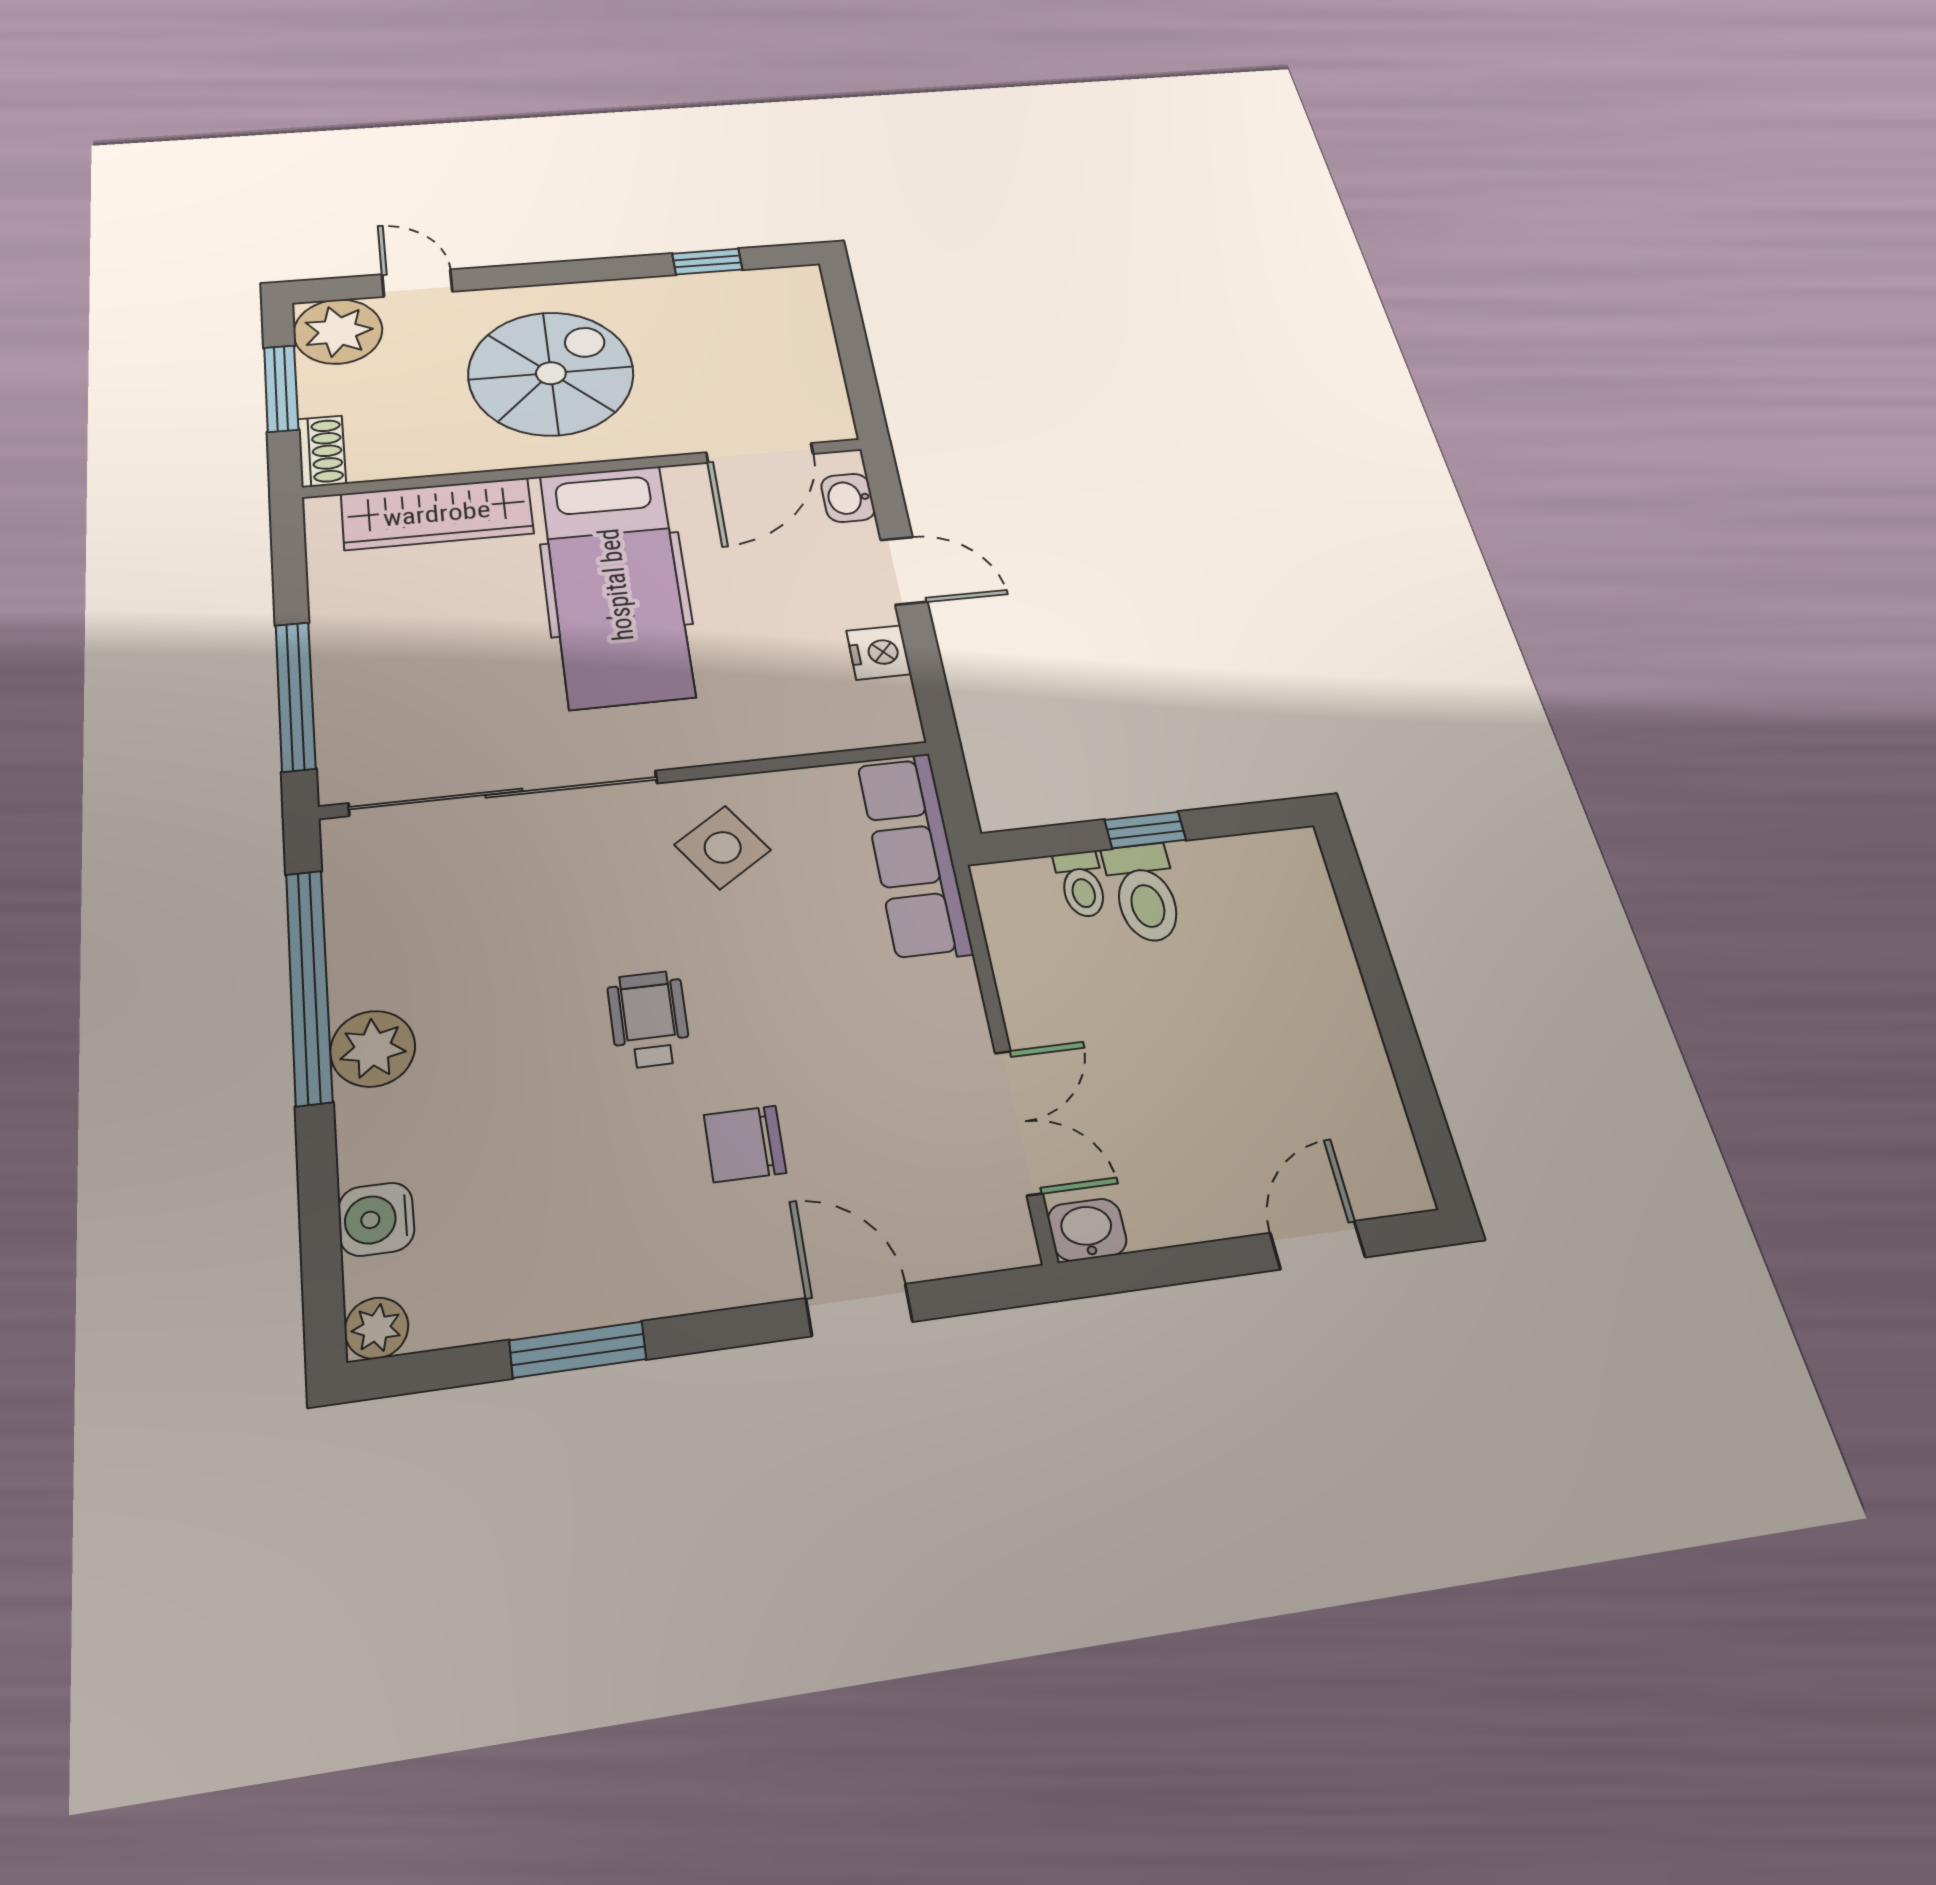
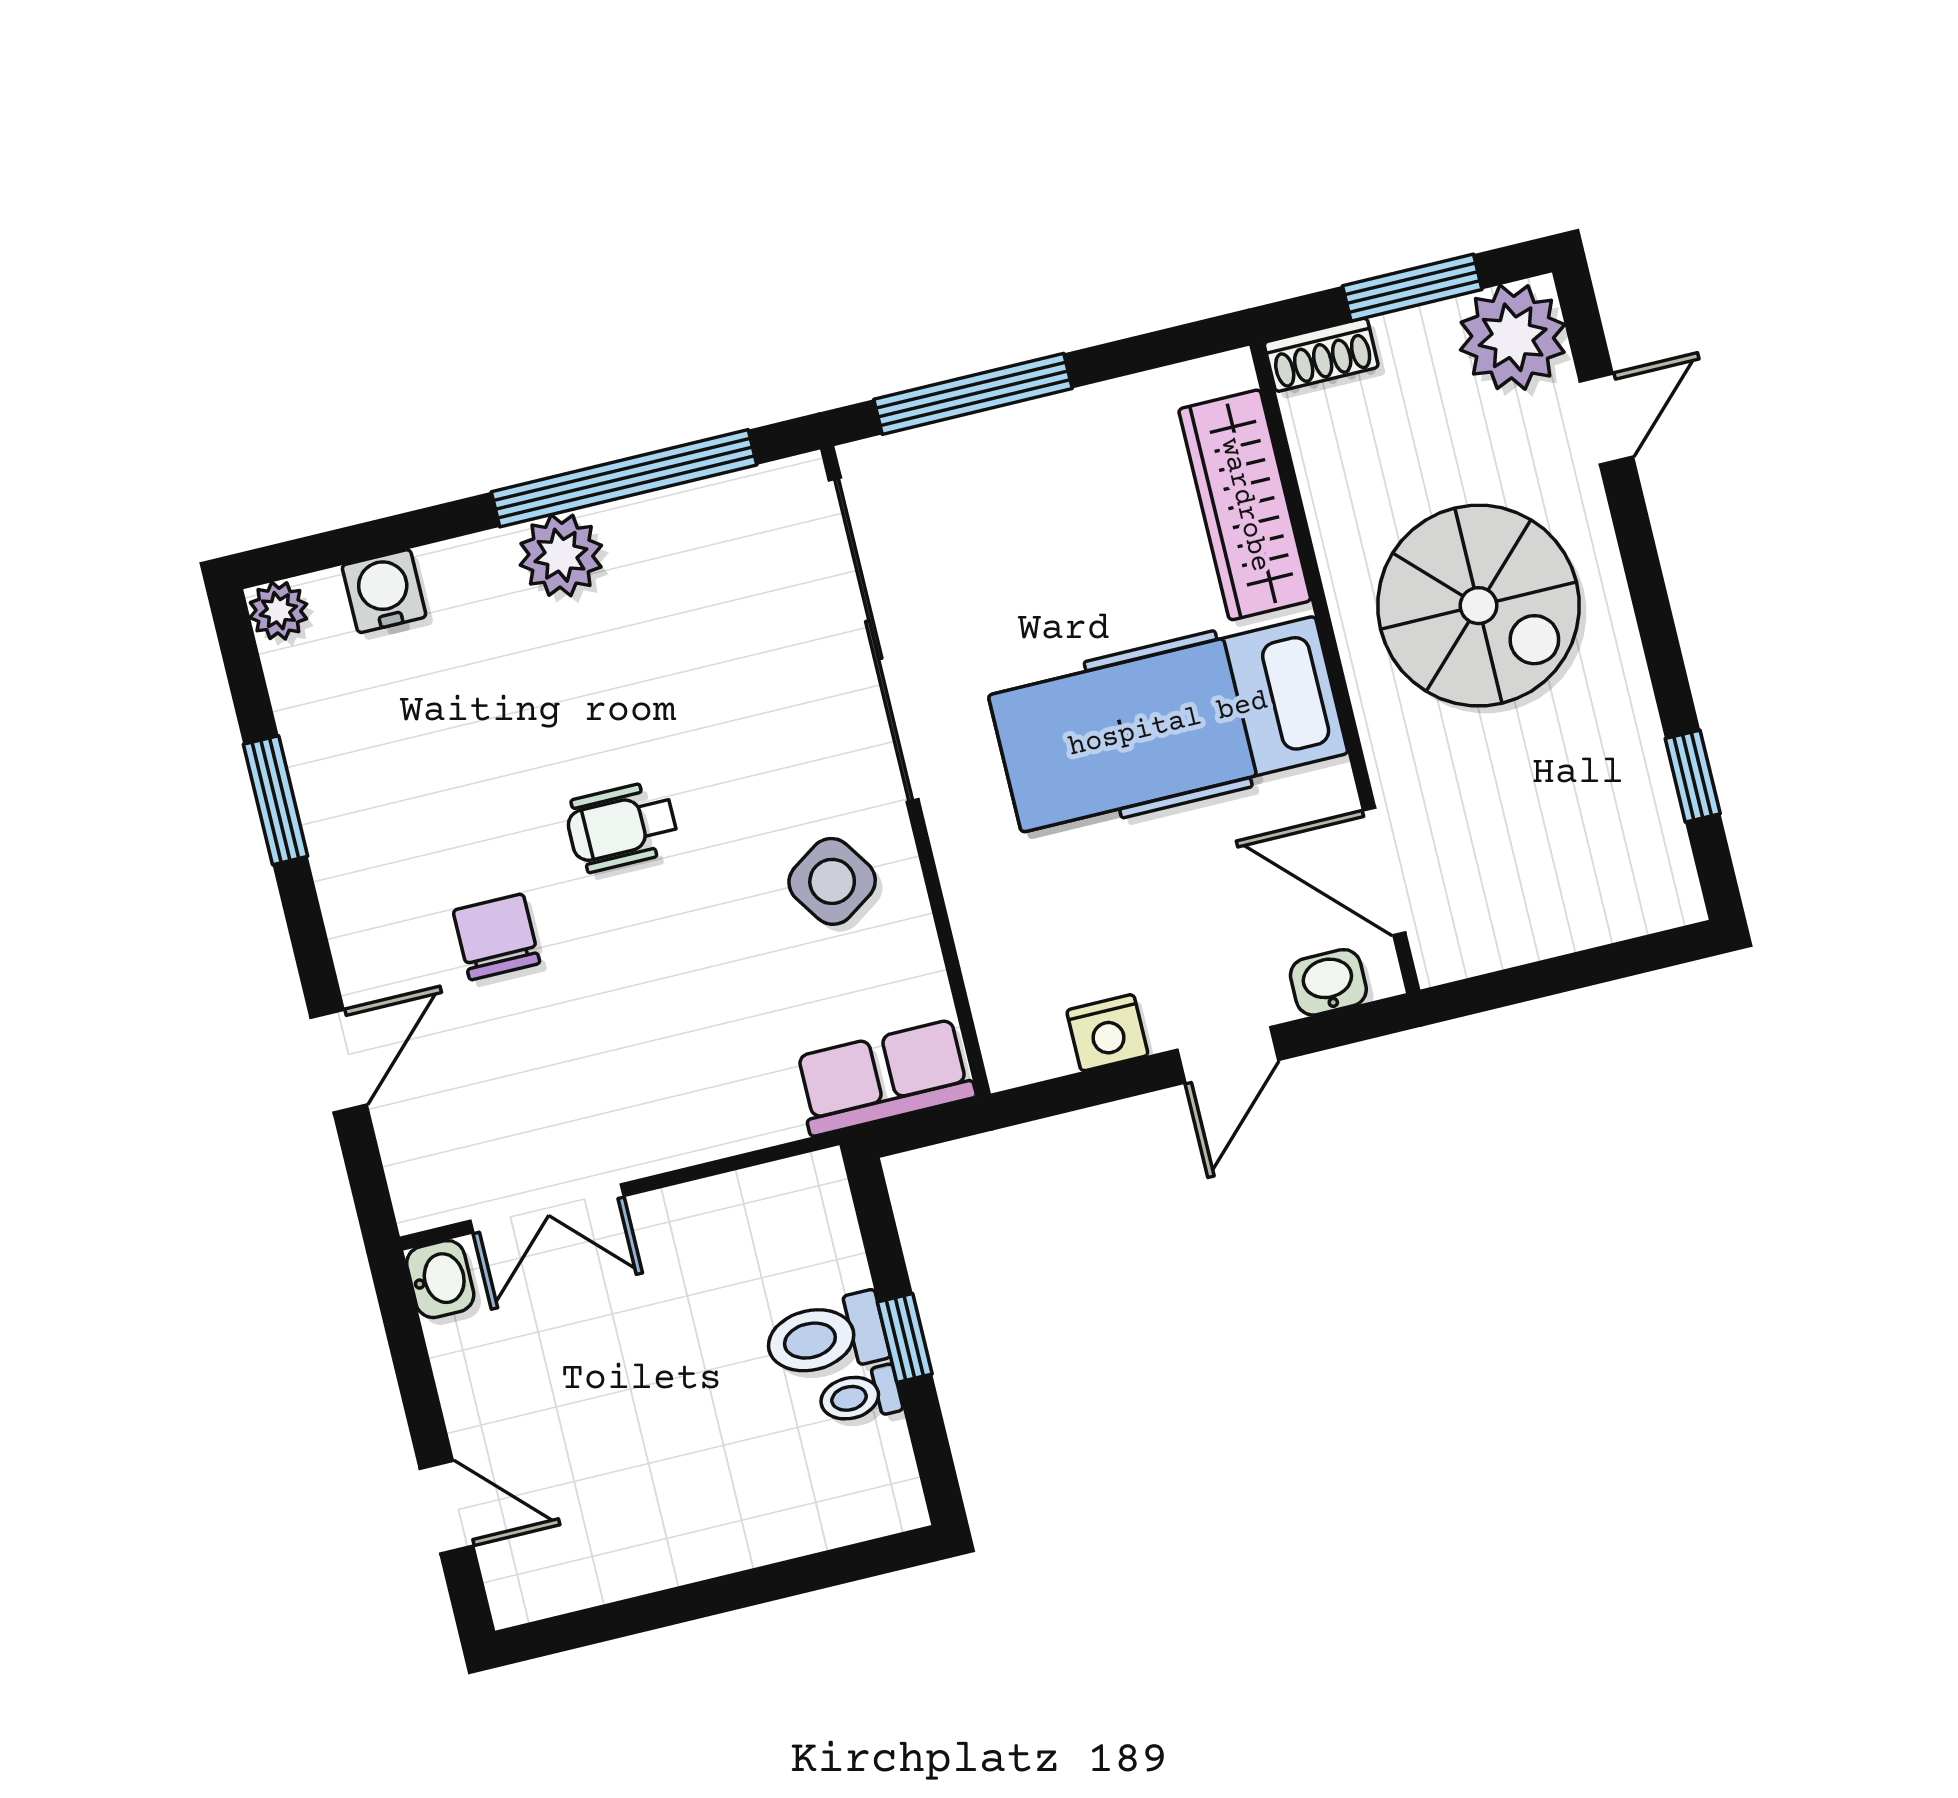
row of seats: (914, 856) -> (884, 1077), width x0.68
toilet: (1081, 884) -> (860, 1396), moved
wheelchair: (649, 1019) -> (622, 826), turned 180

